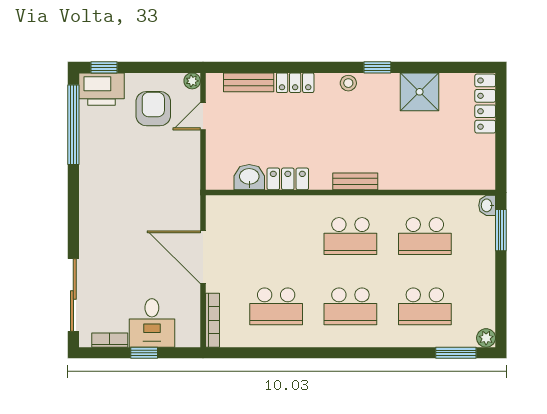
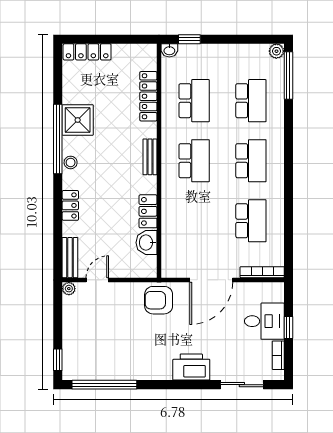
window: (377, 67) -> (58, 139), width x3.17
bench: (249, 82) -> (70, 258), moved
printer: (101, 89) -> (191, 367), moved, turned -90
shower: (420, 92) -> (78, 120), moved
armchair: (153, 109) -> (159, 300), moved
door: (203, 116) -> (97, 280), swing flipped
locker: (430, 179) -> (148, 96), added
window: (501, 230) -> (189, 39), width x0.67
sliding door: (73, 295) -> (242, 385), width x0.73
window: (456, 353) -> (288, 76), width x1.44

